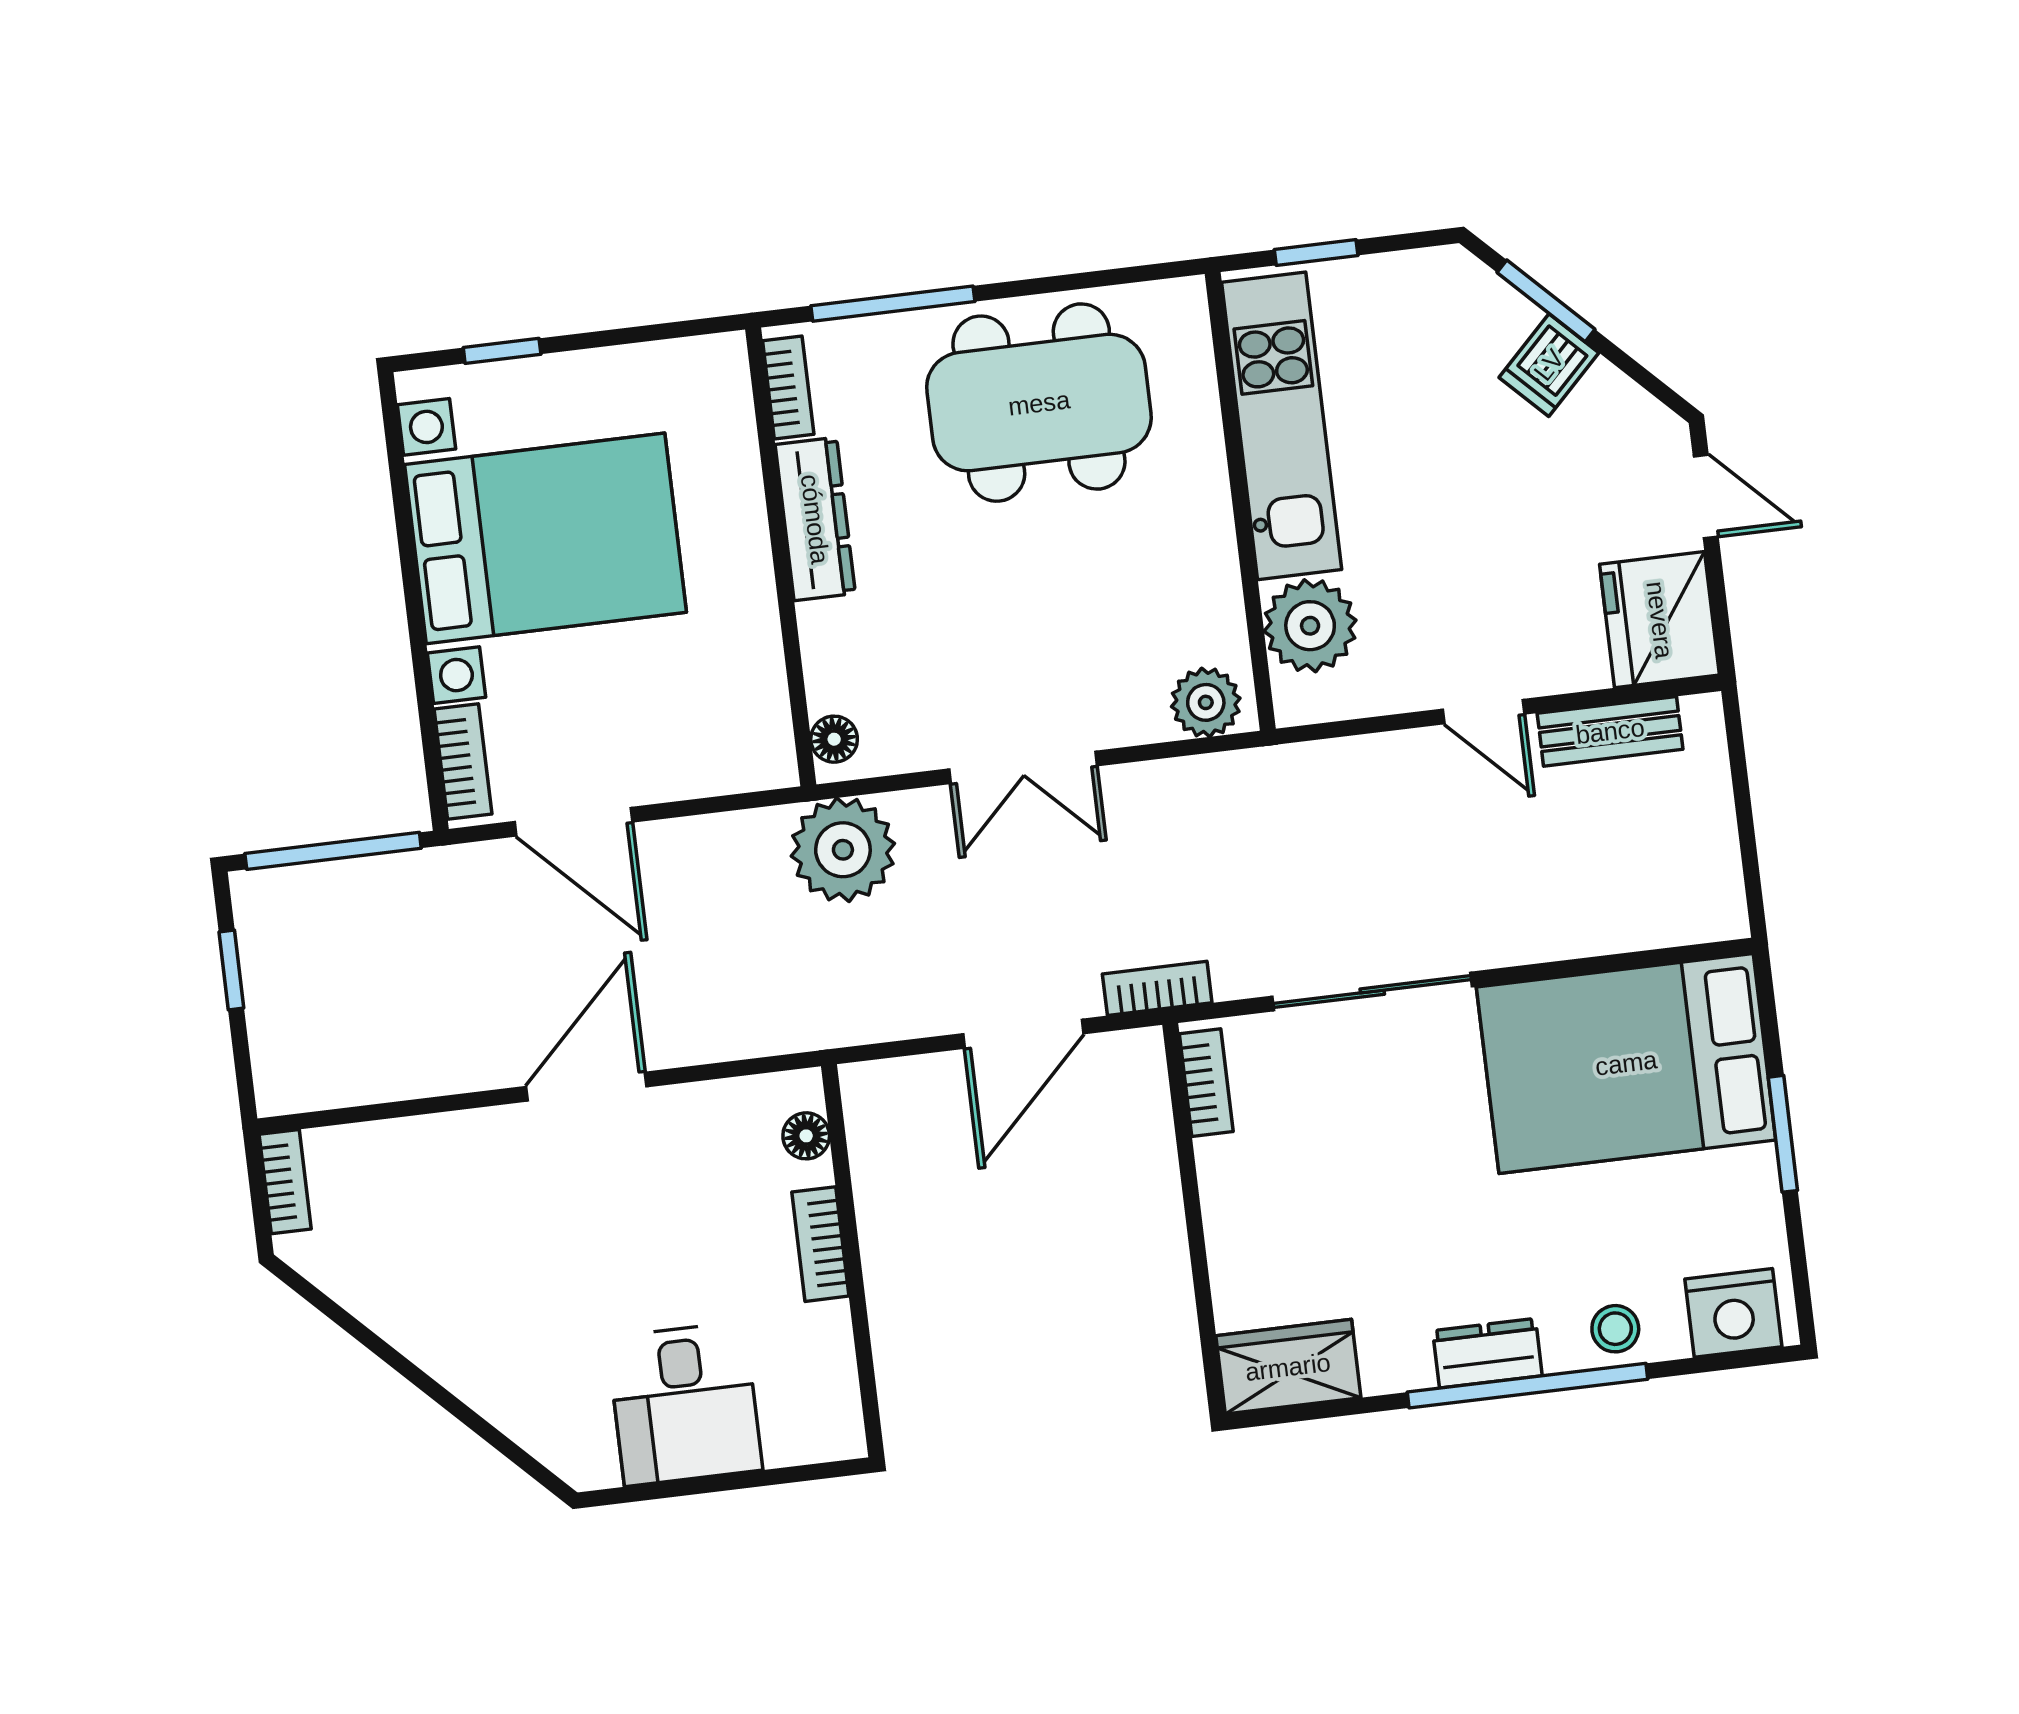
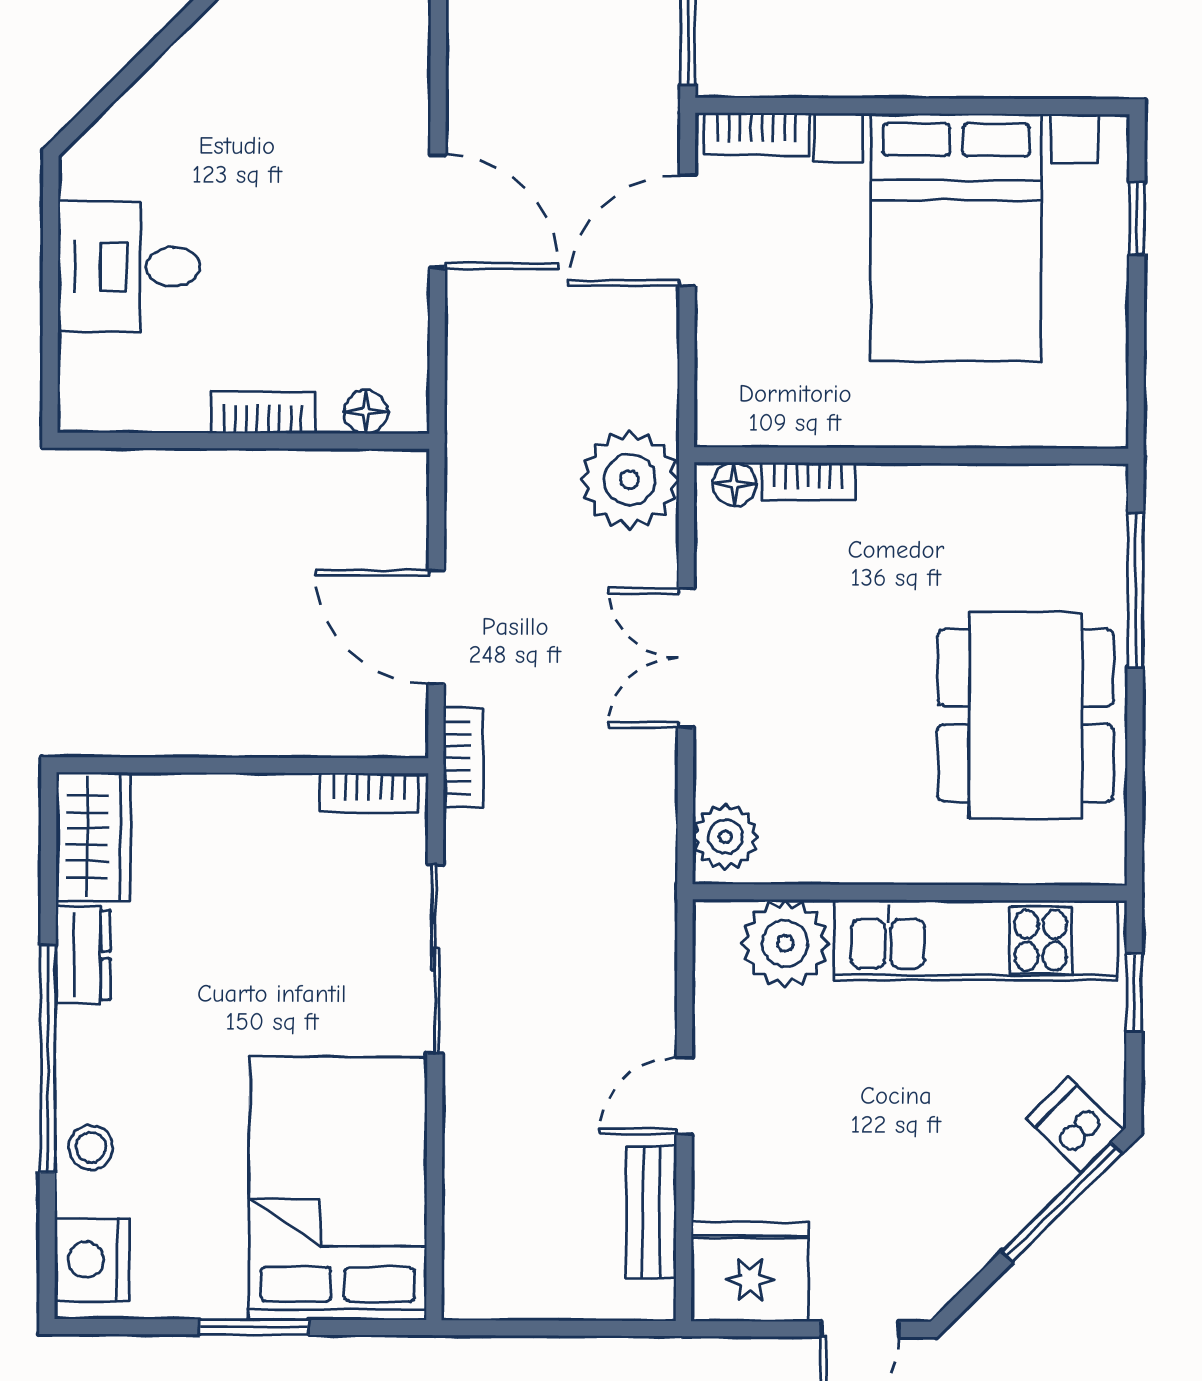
window: (1546, 301) -> (1062, 1202), width x1.44
dishwasher: (1549, 365) -> (1075, 1125), moved
bookcase: (788, 387) -> (808, 481), moved
dresser: (815, 519) -> (943, 492), removed
dresser: (1487, 1353) -> (83, 955), moved

